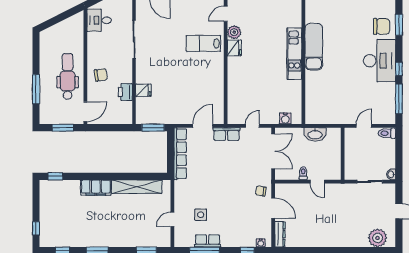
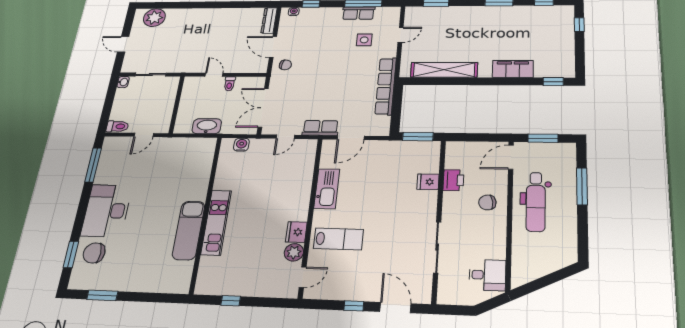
window: (399, 69) -> (84, 200), removed
kitchen sink: (216, 83) -> (327, 189), added
row of seats: (180, 154) -> (386, 86), moved
filing cabinet: (96, 188) -> (513, 69), moved

